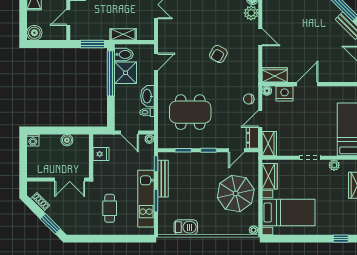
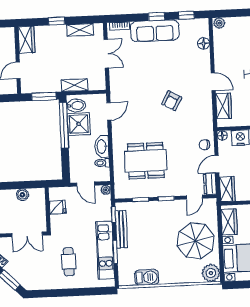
plant: (251, 13) -> (203, 58), removed
wardrobe: (275, 75) -> (224, 106), moved, turned 90
plant: (254, 230) -> (211, 273), width x1.88, depth x1.88

